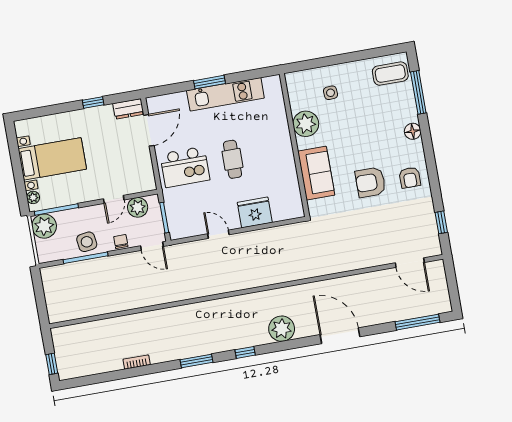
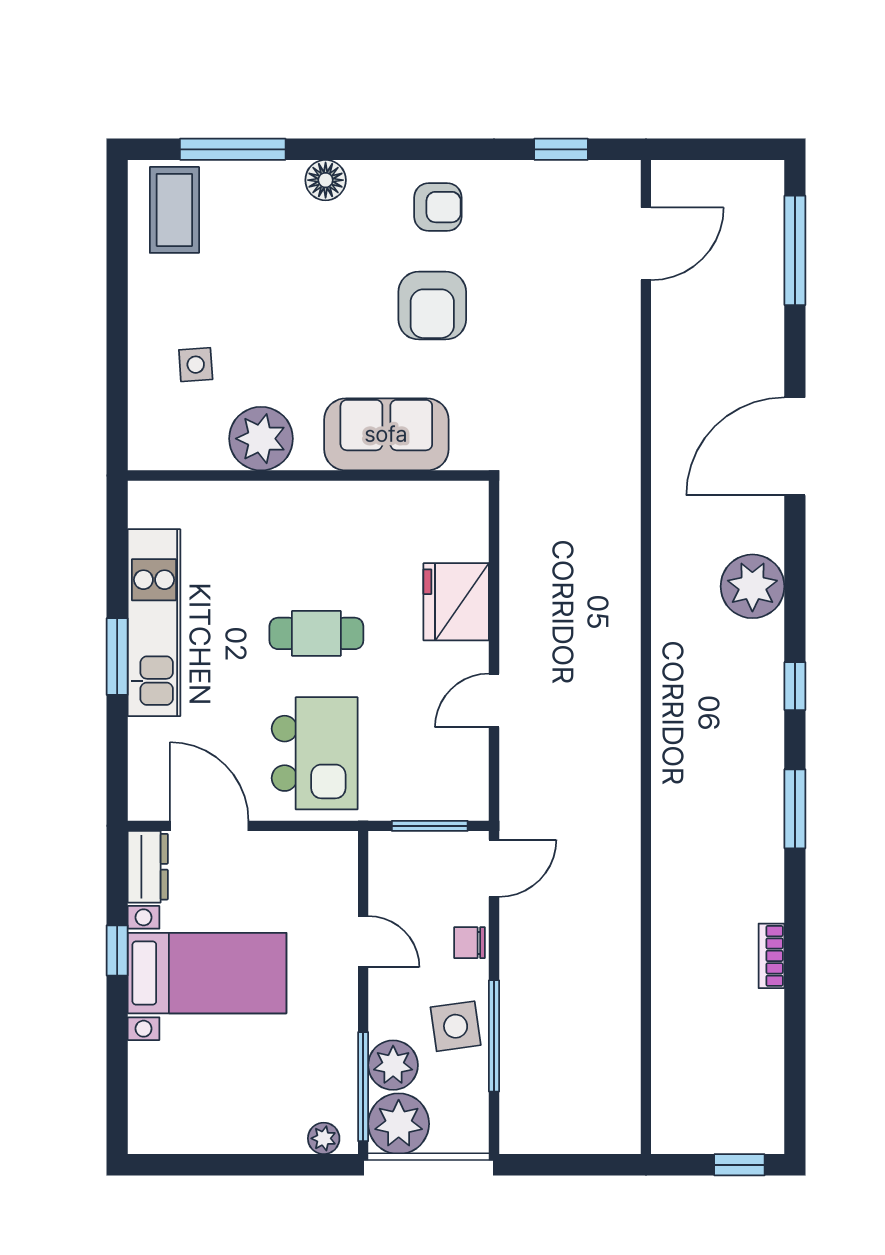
bed with nightstands: (52, 159) -> (207, 973), moved, turned 90
plant: (138, 207) -> (393, 1065), moved

